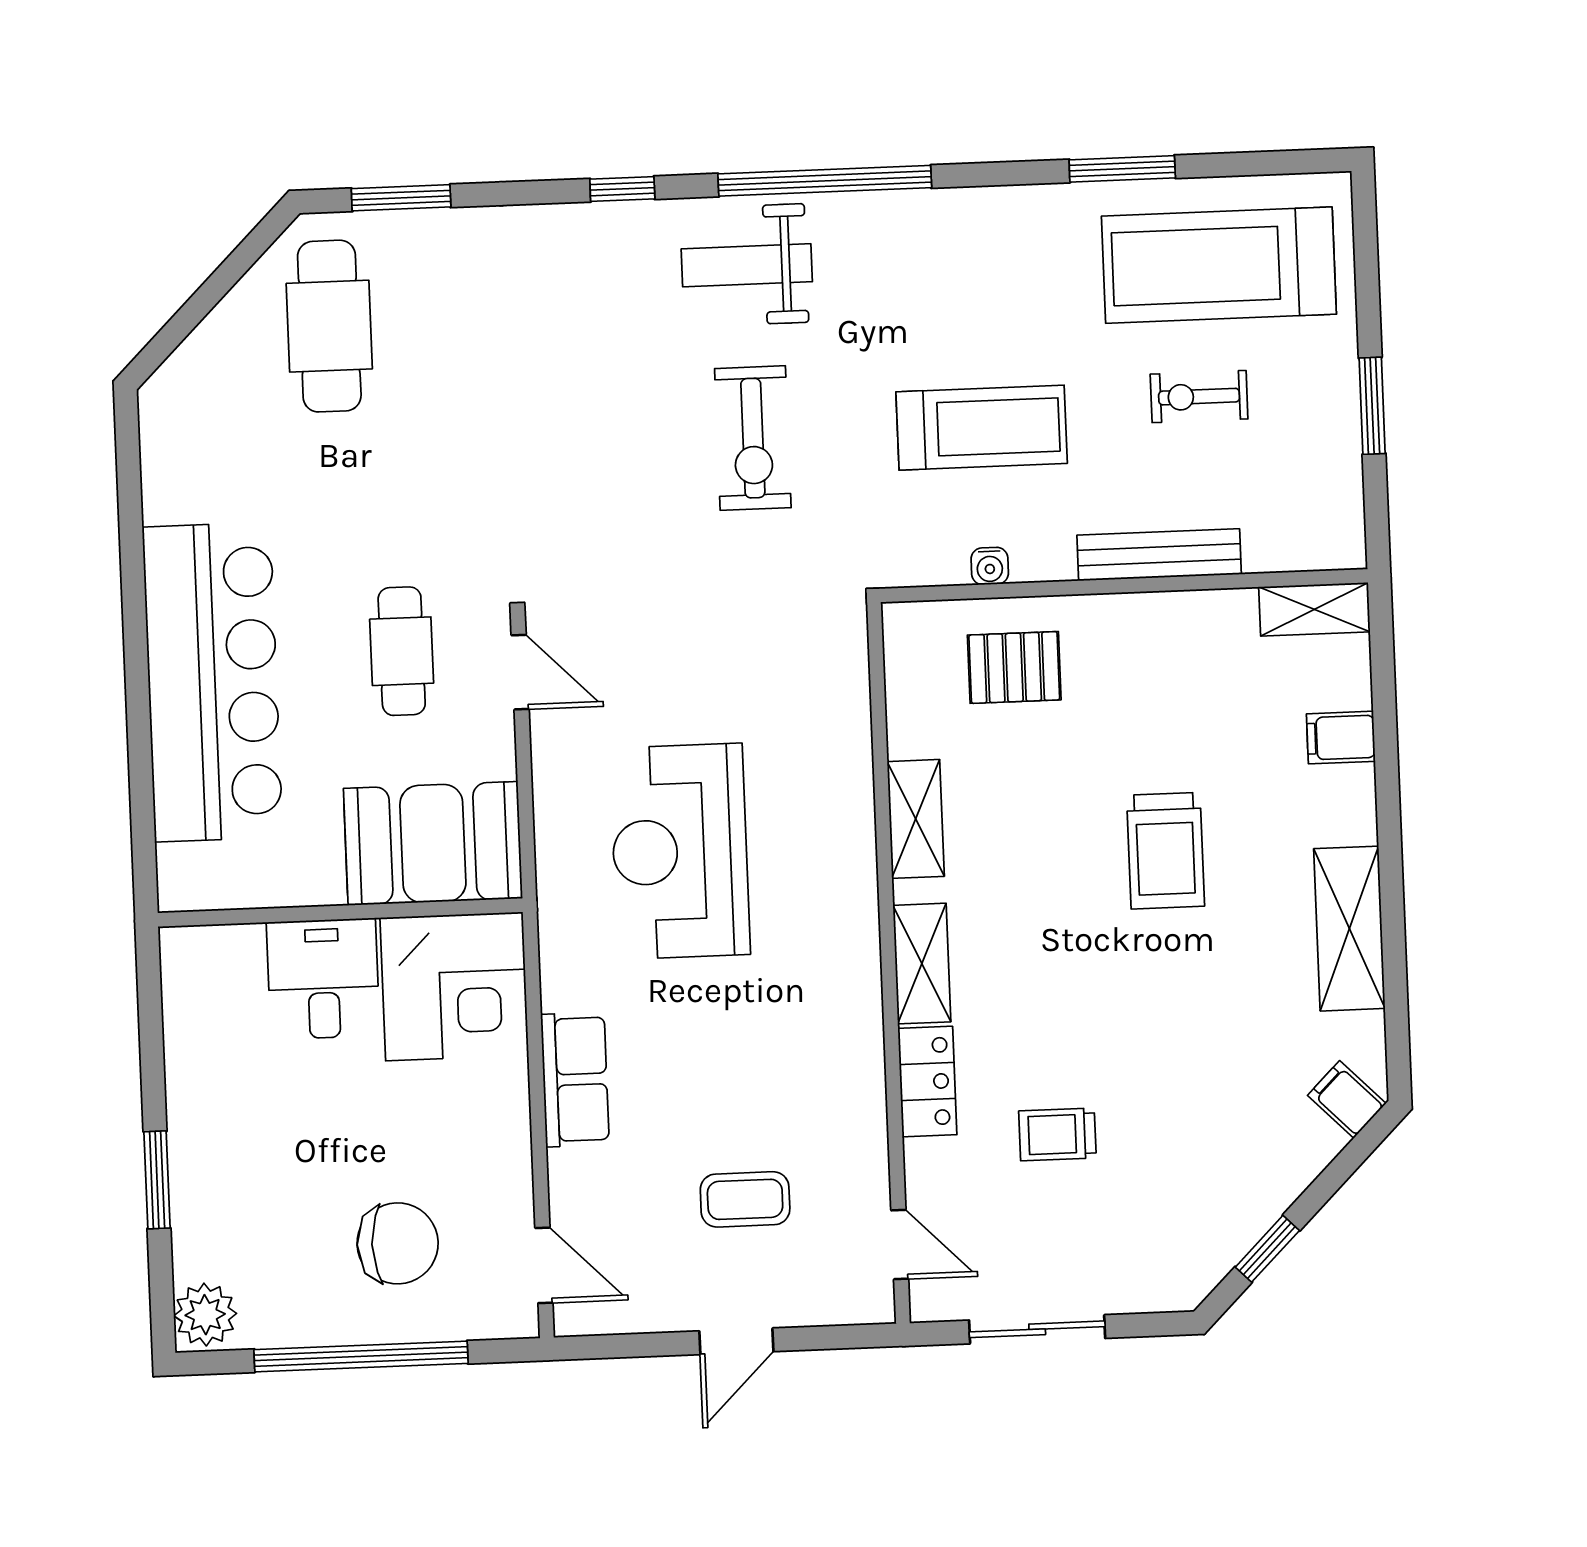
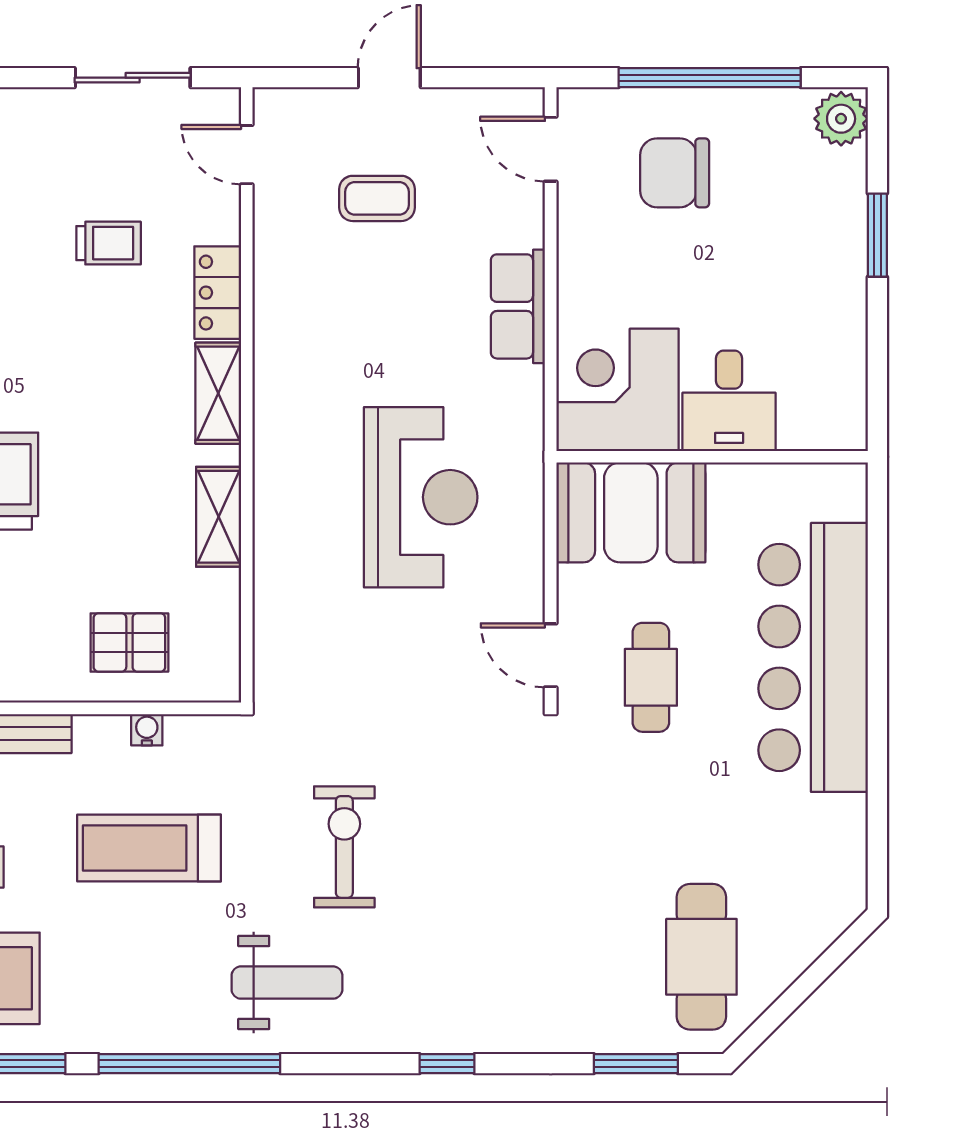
window: (825, 181) -> (189, 1064), moved
weight bench: (747, 265) -> (287, 983), moved

